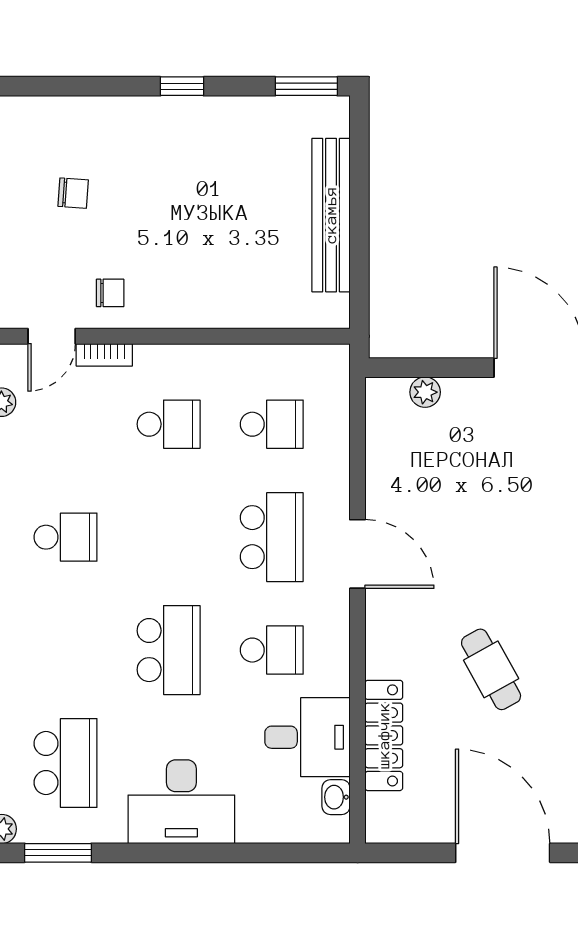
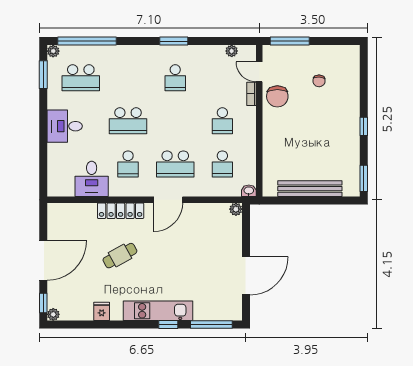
chair: (110, 293) -> (277, 96), width x1.87, depth x1.87
plant: (425, 392) -> (236, 209), moved
locker: (384, 735) -> (121, 211), moved
washbasin: (336, 797) -> (249, 191), moved
desk: (181, 802) -> (65, 126), width x0.73

